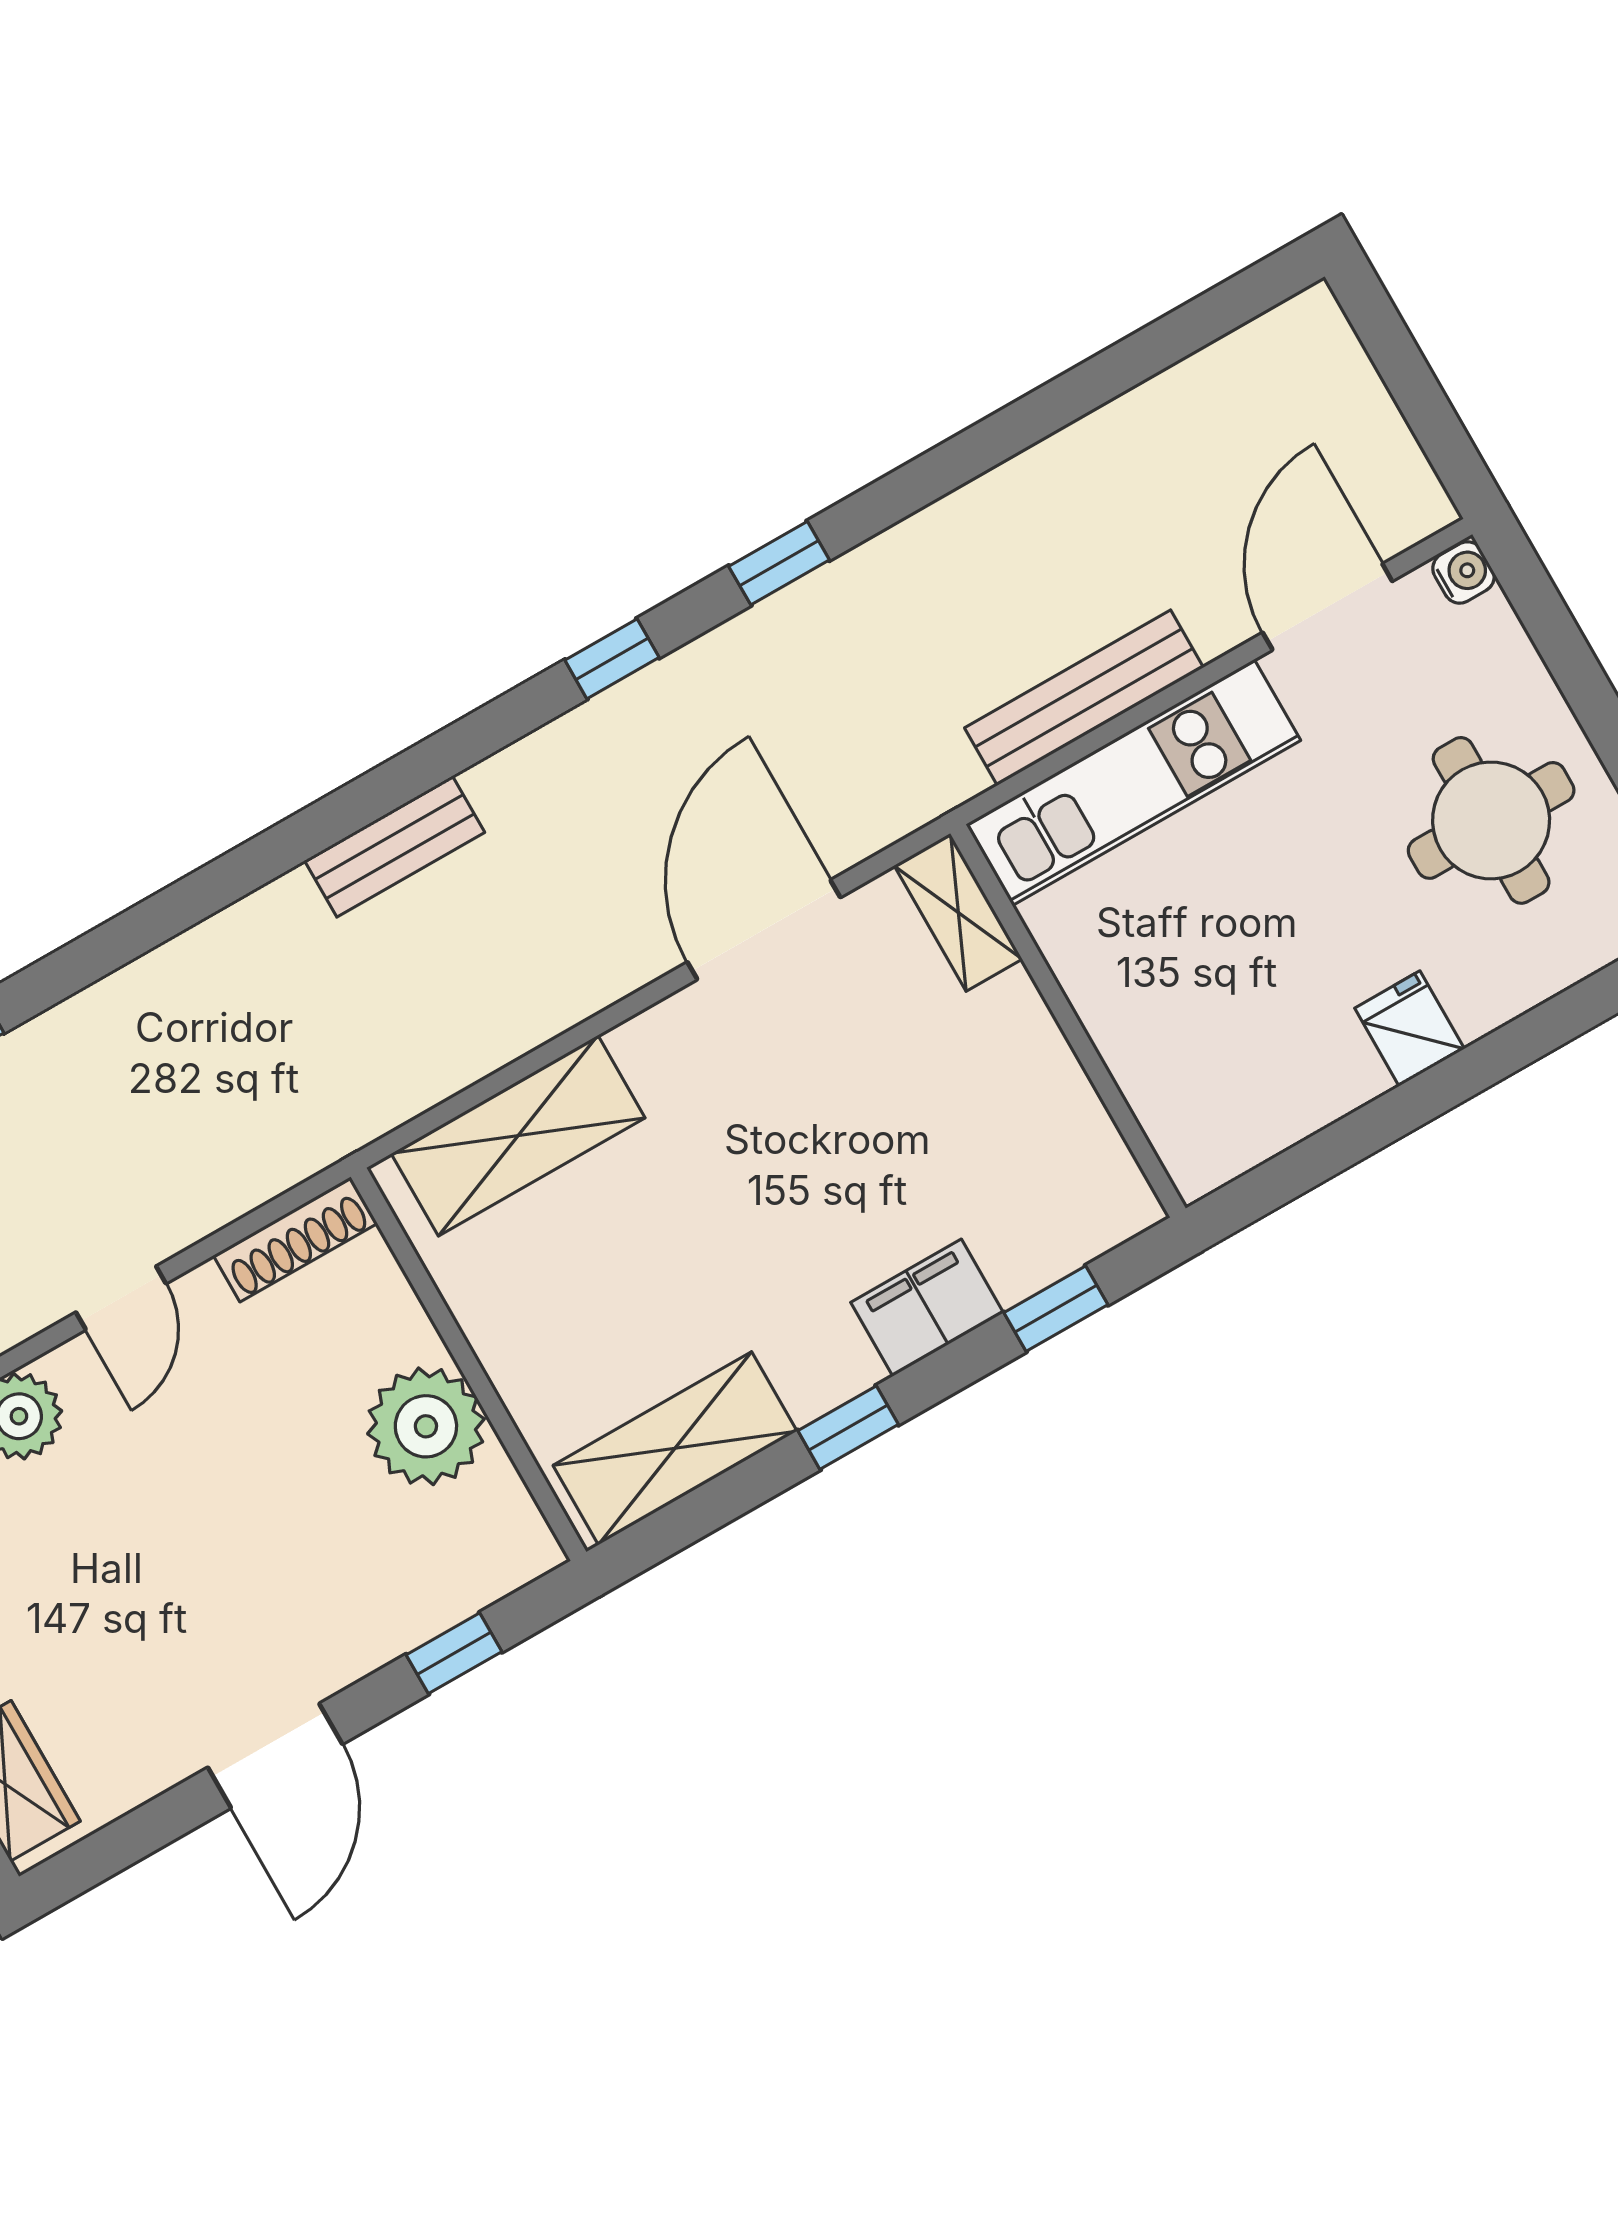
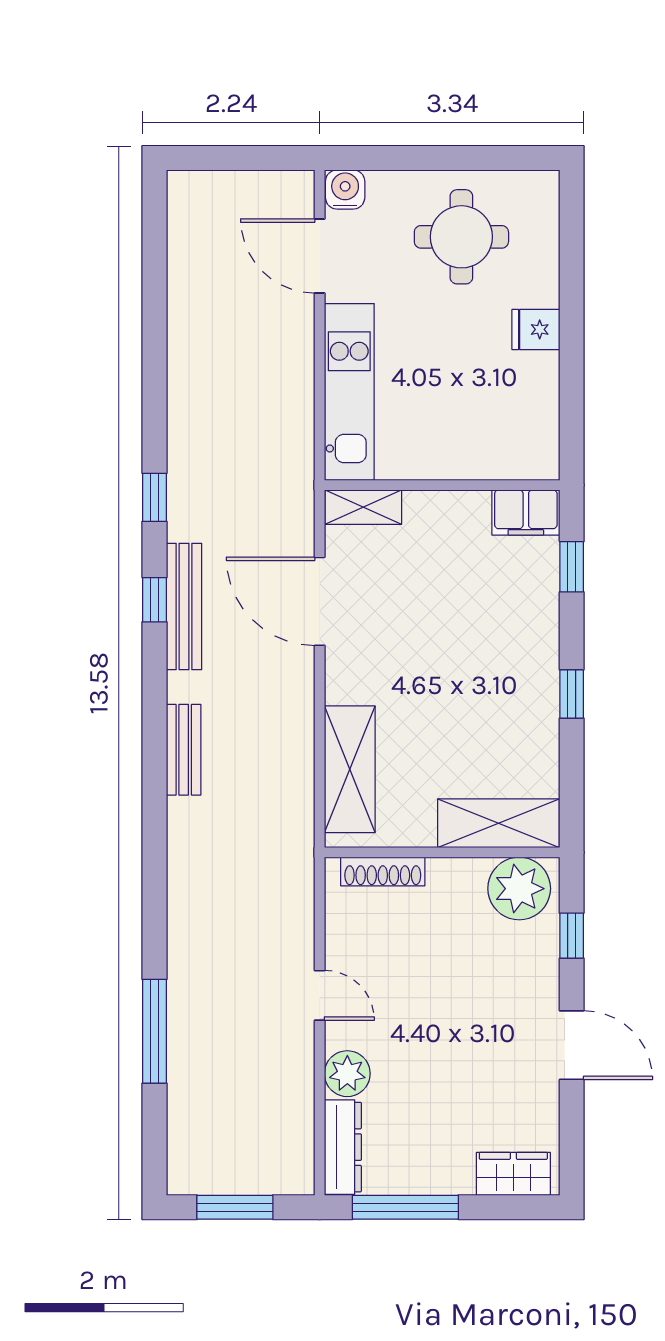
water cooler: (1464, 572) -> (345, 189), width x1.38, depth x1.38
bench: (1084, 698) -> (184, 606), moved
shoe rack: (295, 1239) -> (383, 872), moved, turned 90
filing cabinet: (927, 1308) -> (526, 512), moved, turned -90
plant: (426, 1426) -> (519, 889), moved
shelving: (675, 1448) -> (499, 823), moved, turned 90

